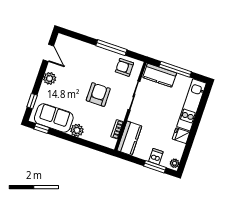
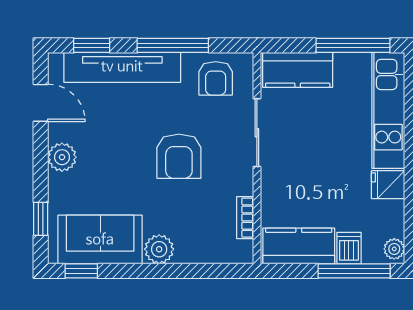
window: (78, 36) -> (92, 45), added
tv unit: (87, 50) -> (122, 67), added
armchair: (124, 67) -> (216, 78), turned -90
window: (175, 69) -> (353, 45), moved
armchair: (98, 95) -> (179, 156), turned 180
kitchen counter: (129, 138) -> (299, 246), moved, turned -90
window: (155, 167) -> (354, 271), width x1.44

